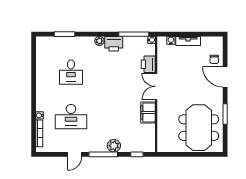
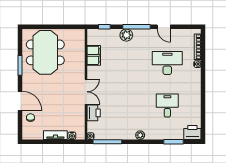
printer: (114, 44) -> (192, 133), moved
filing cabinet: (148, 112) -> (94, 55), moved
door: (75, 154) -> (164, 27), swing flipped

